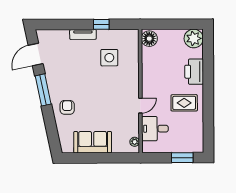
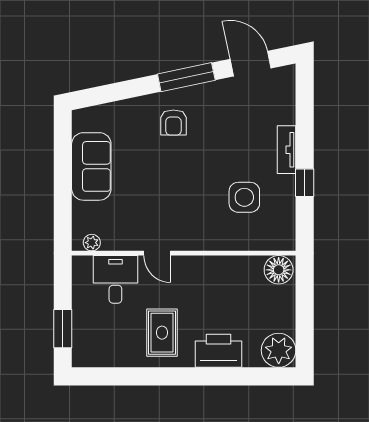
armchair: (67, 107) -> (173, 122), moved, turned 90

